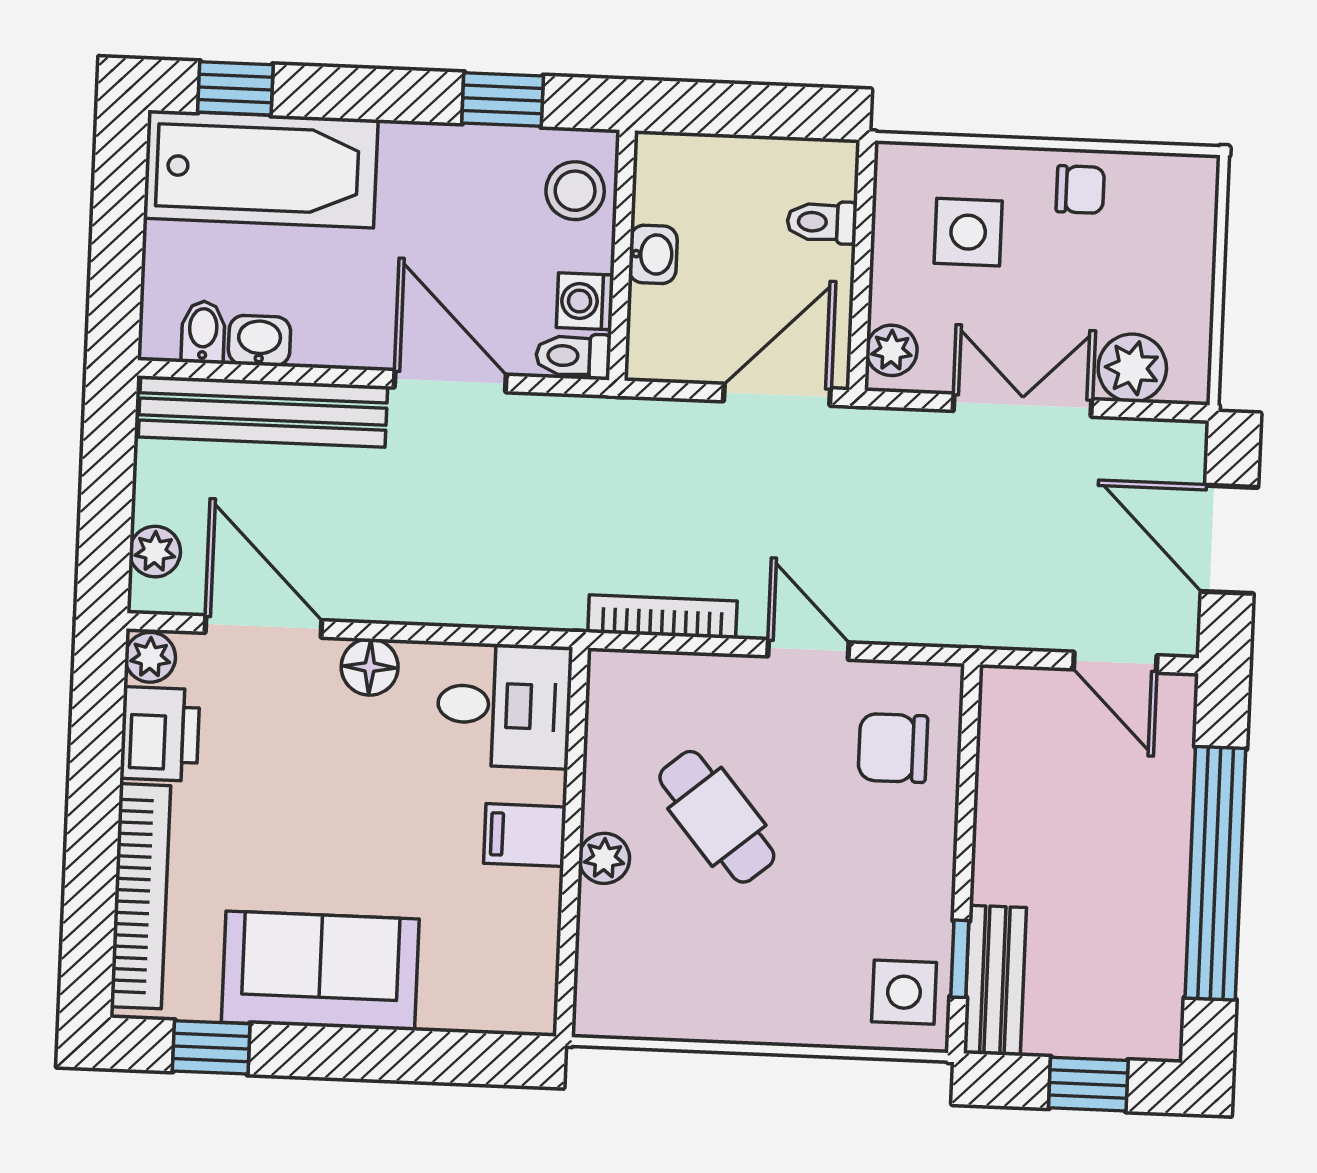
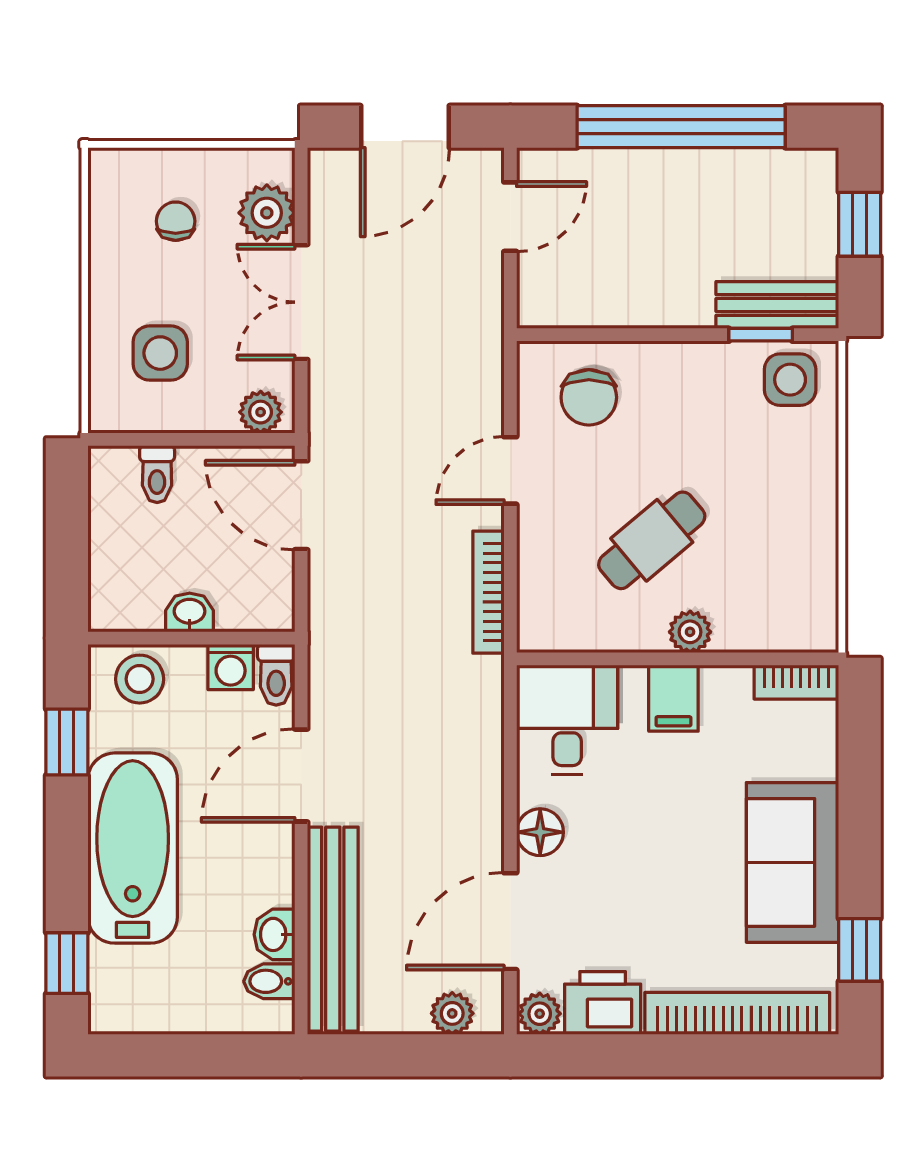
bathtub: (261, 169) -> (133, 848), moved
chair: (1080, 190) -> (176, 221), moved
bookcase: (538, 984) -> (796, 682), added

